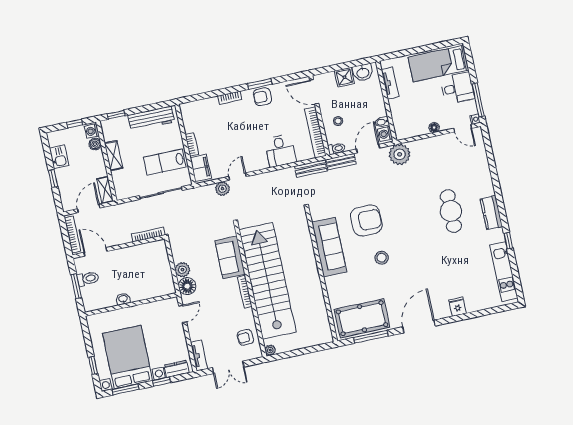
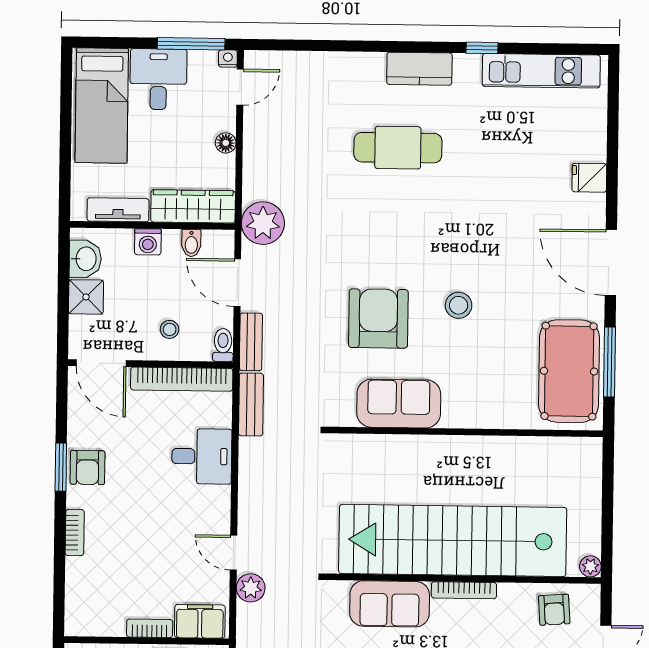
door: (314, 92) -> (101, 363), hinge flipped
wardrobe: (400, 119) -> (193, 206), added
washing machine: (385, 134) -> (148, 242), moved
sofa: (329, 247) -> (399, 404), width x0.73

